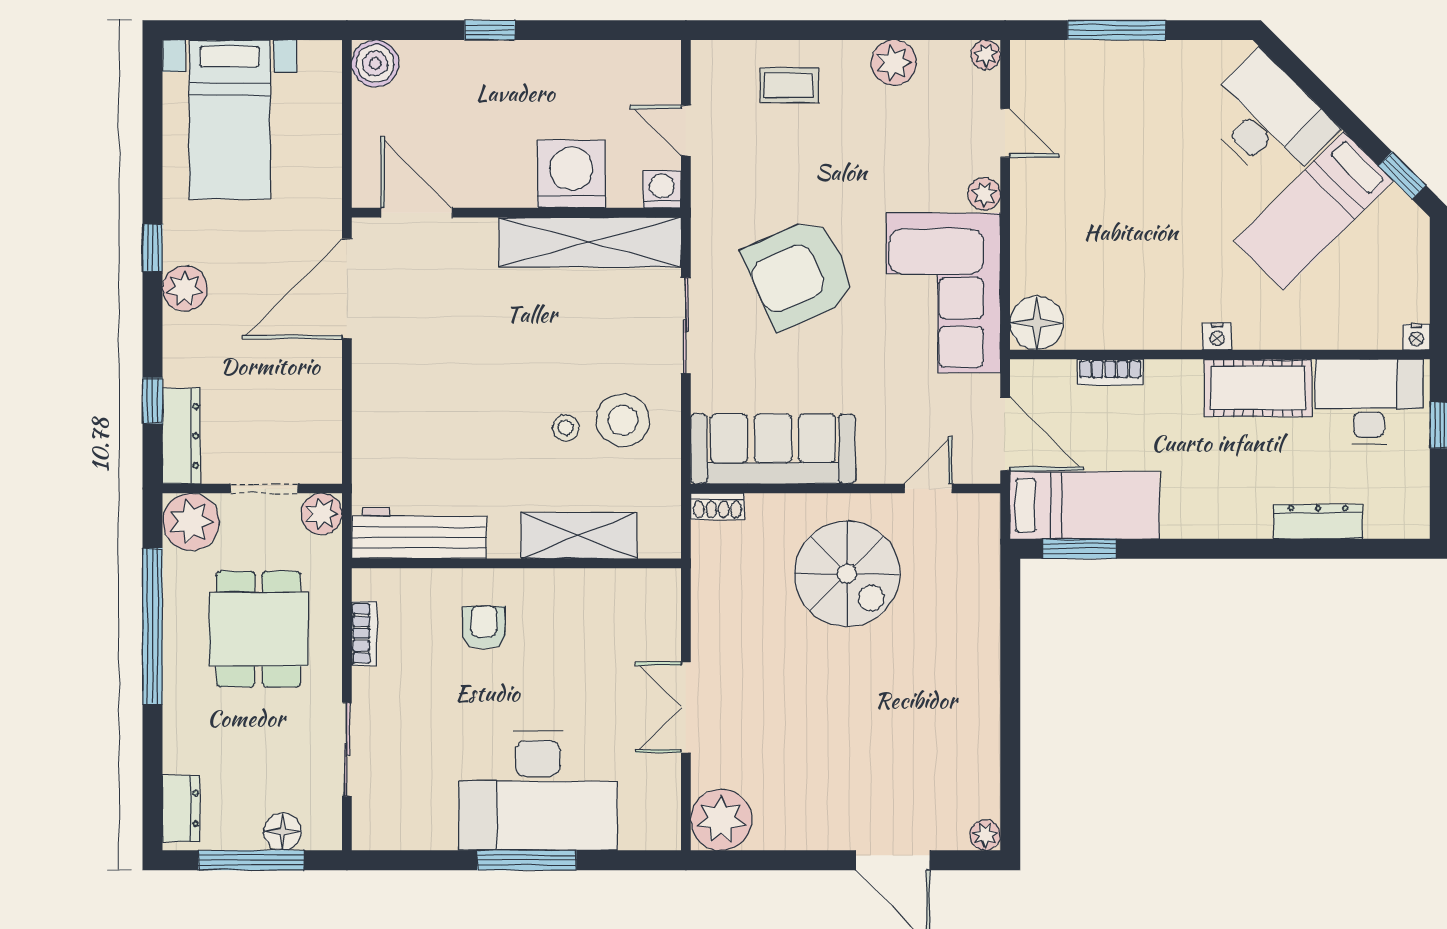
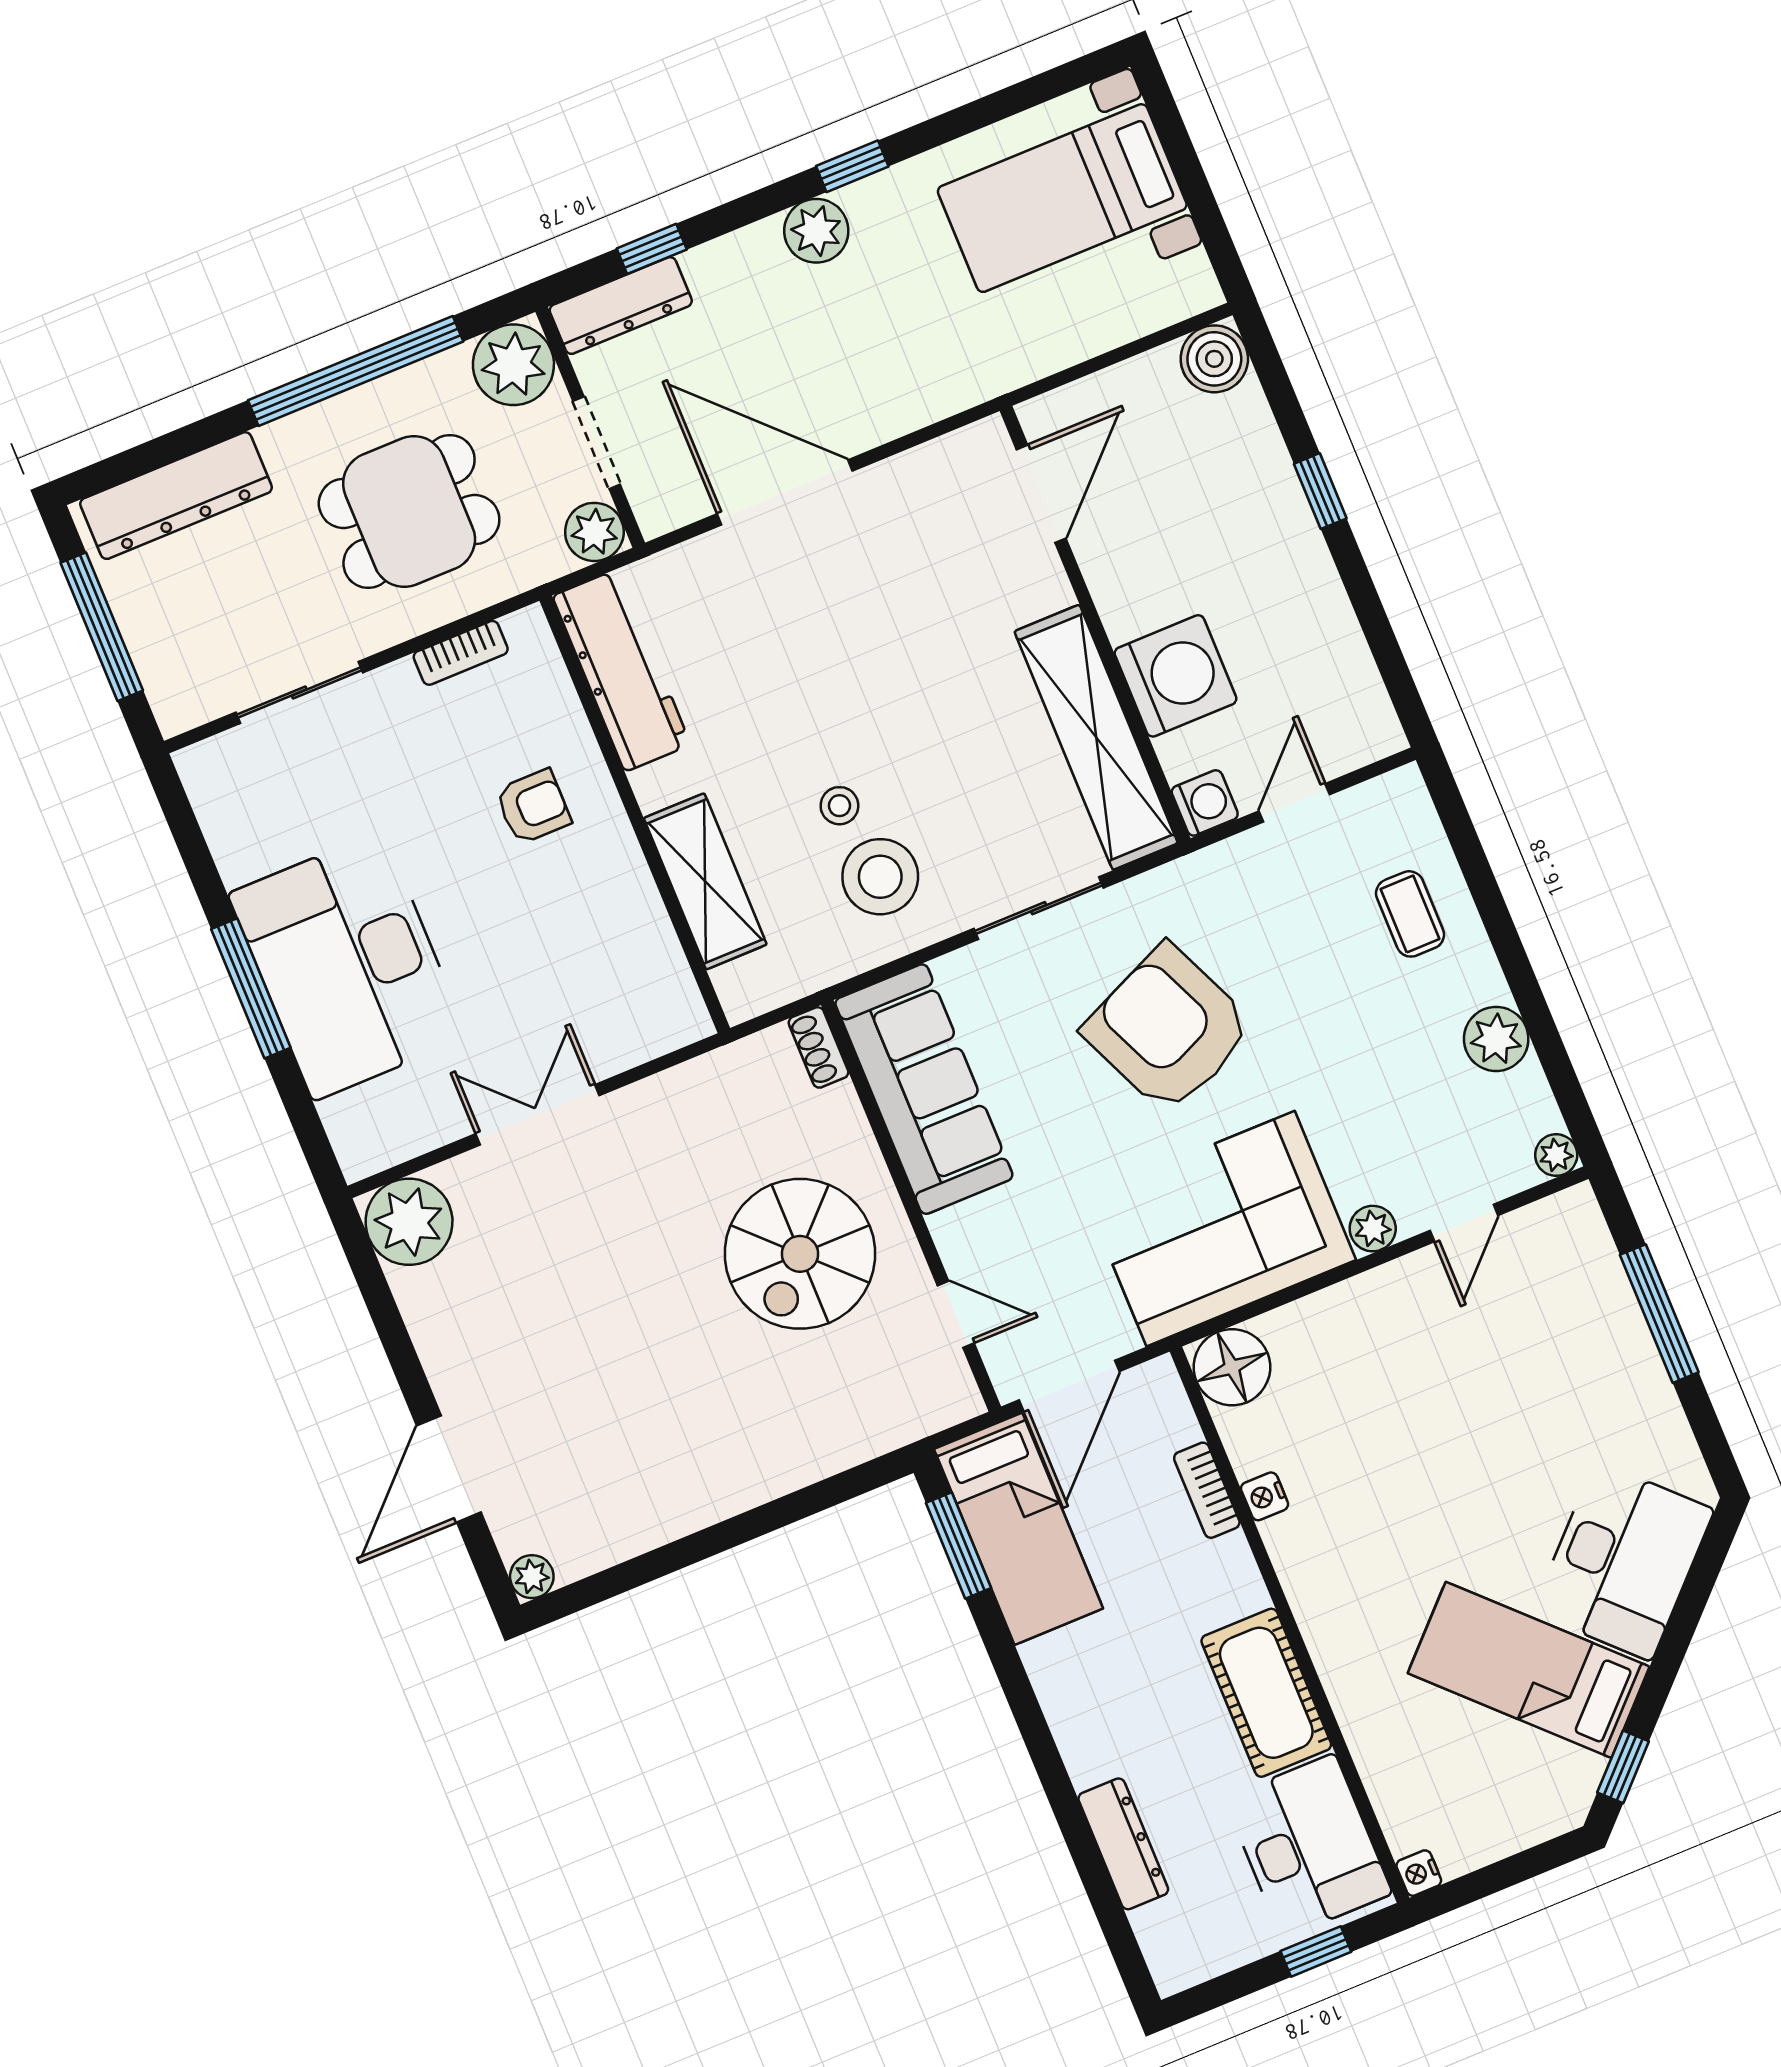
door: (347, 289) -> (785, 492), moved
nightstand: (1217, 336) -> (1265, 1496), moved
dresser: (181, 808) -> (176, 496), width x1.96, depth x1.24
floor lamp: (283, 832) -> (156, 653), removed

